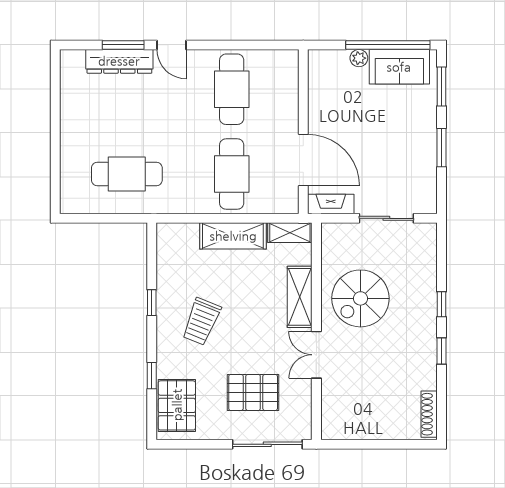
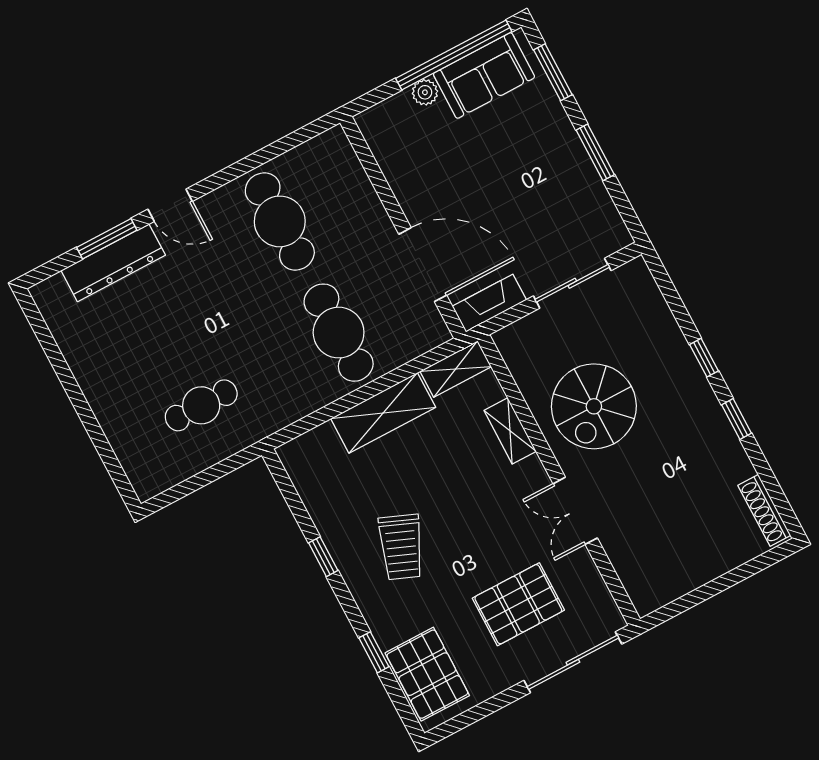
cafe table: (127, 174) -> (201, 405), width x0.73, depth x0.74
shelving: (300, 297) -> (510, 431), width x0.67, depth x0.75

